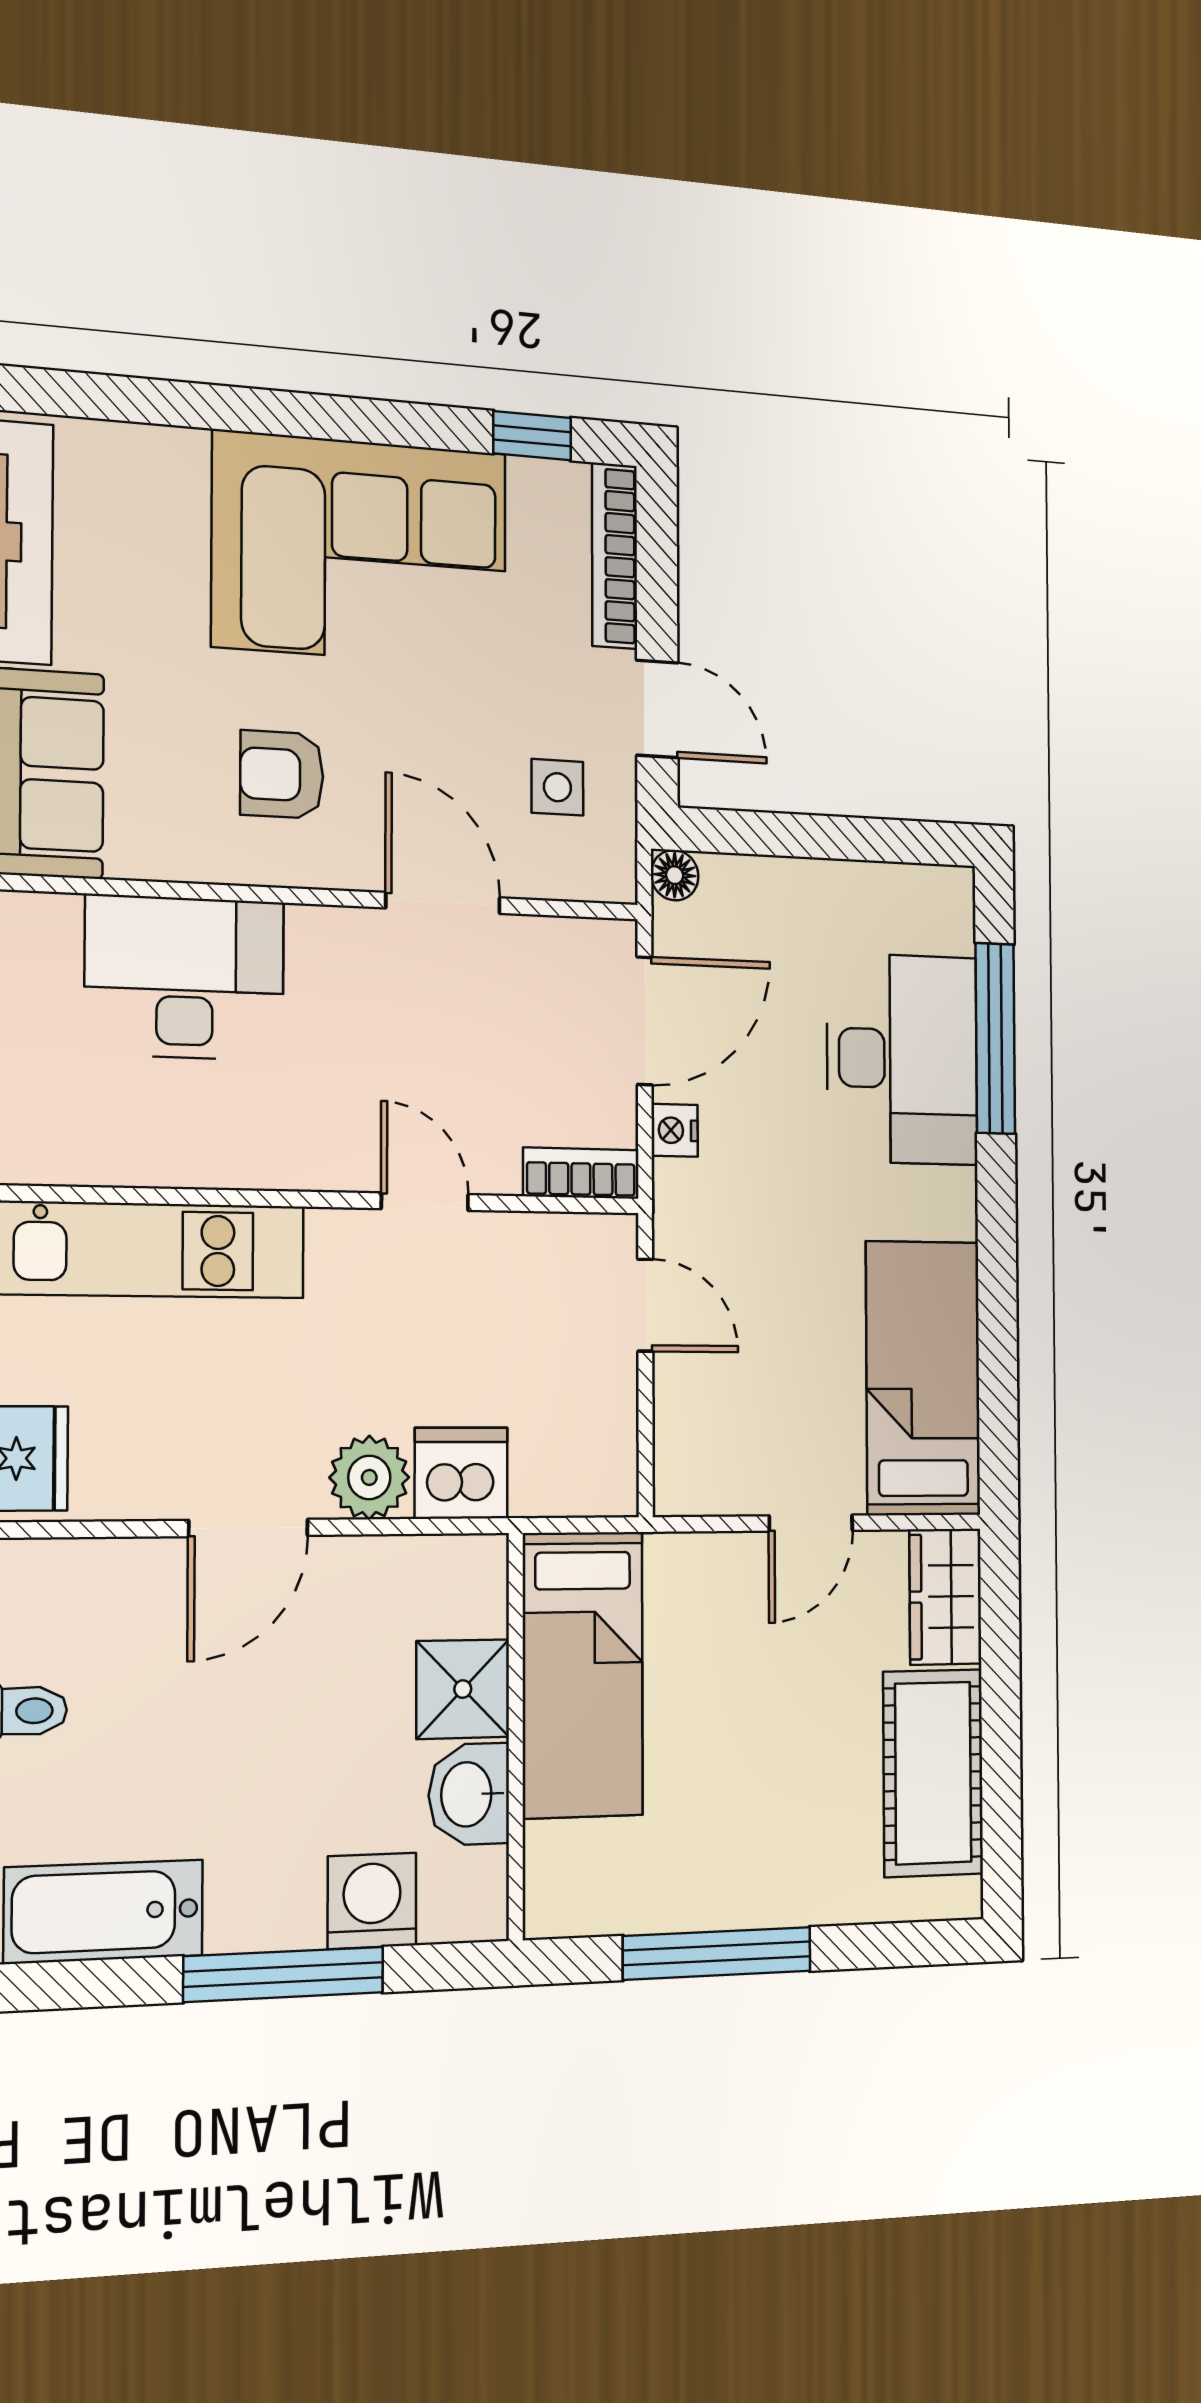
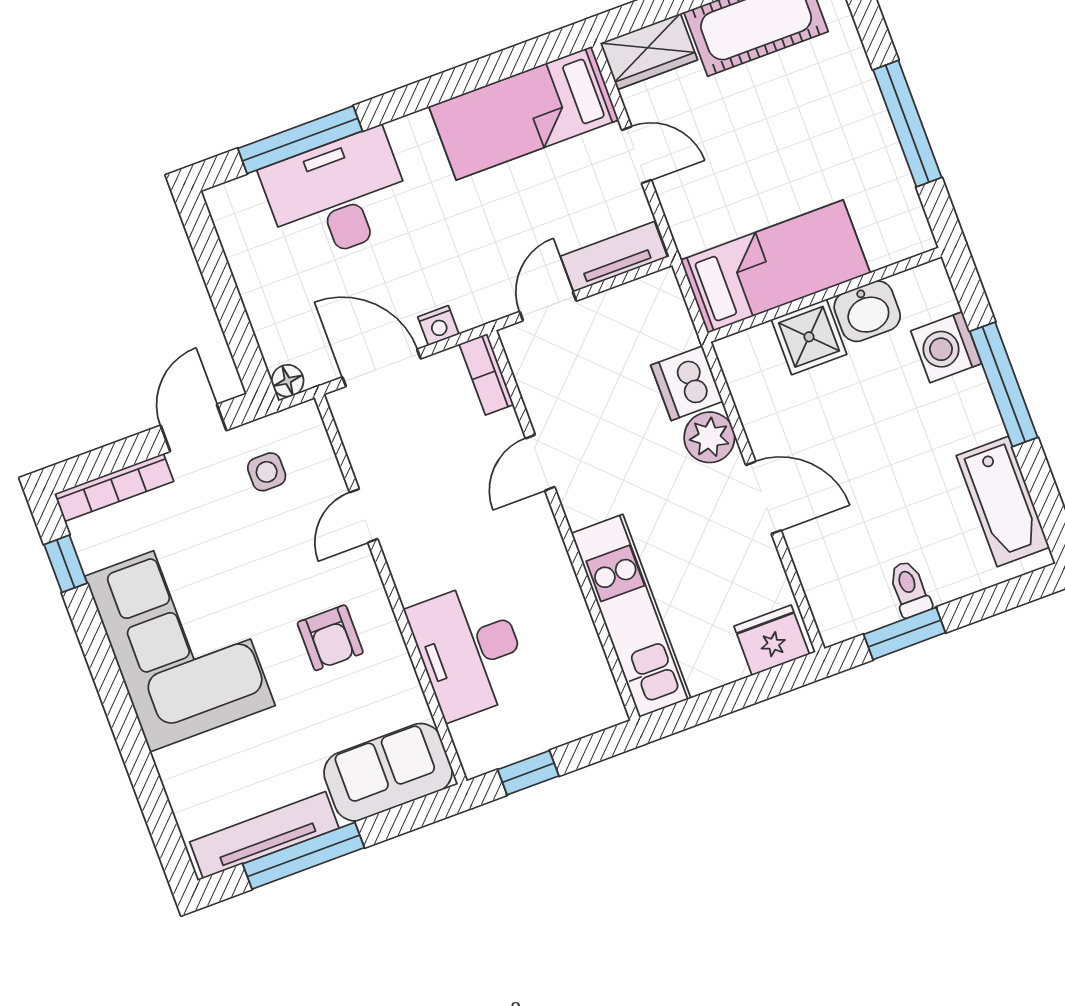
door: (443, 903) -> (364, 516), width x0.73
tv unit: (681, 1433) -> (614, 257), added

